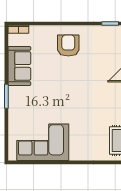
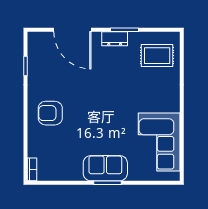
sofa: (19, 66) -> (105, 168), moved

